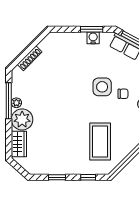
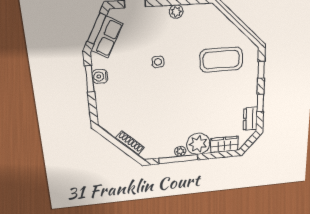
side table: (102, 87) -> (158, 62), width x0.54, depth x0.54
chair: (123, 94) -> (165, 37), removed
dresser: (42, 168) -> (250, 119), added

